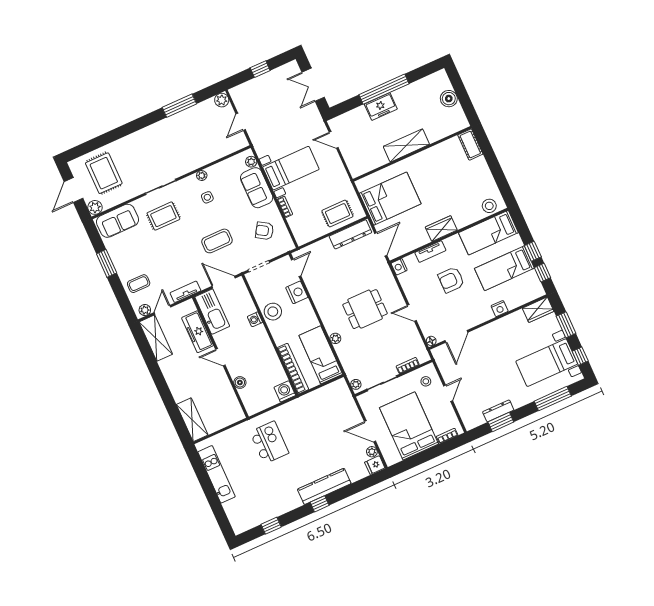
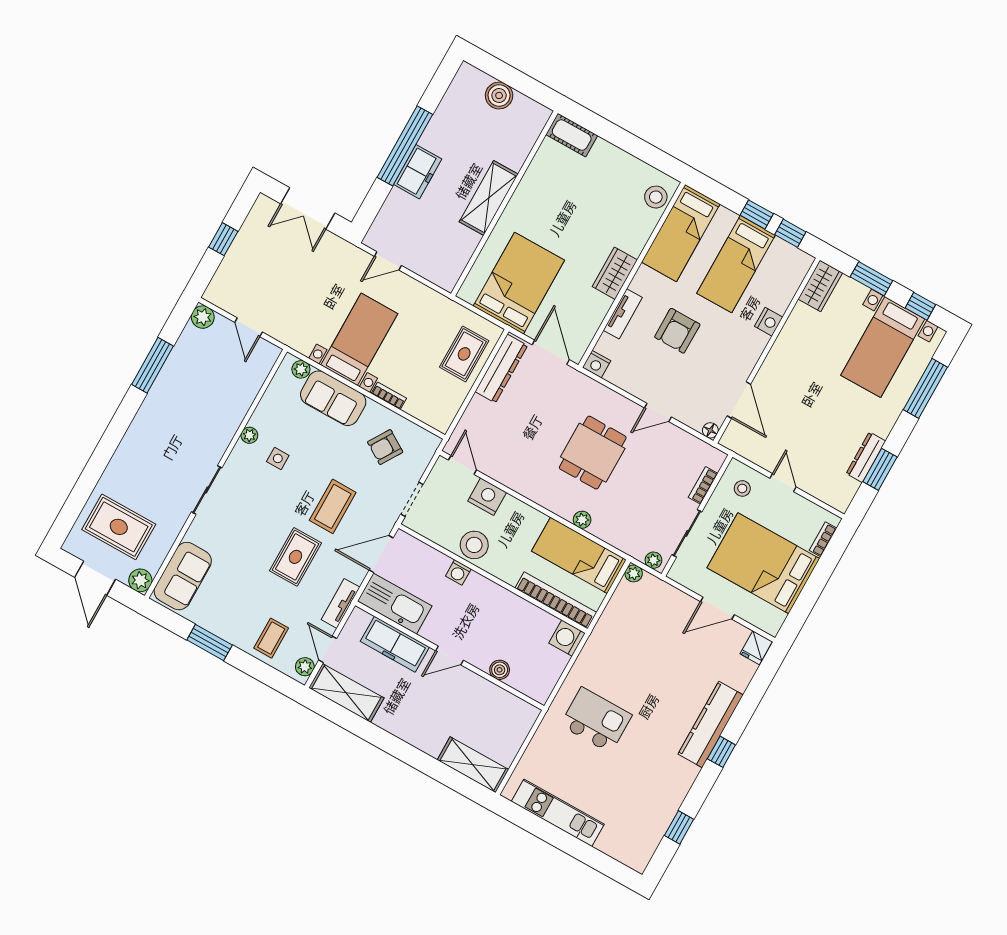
rug: (163, 216) -> (295, 557), moved
plant: (372, 452) -> (634, 573), moved

